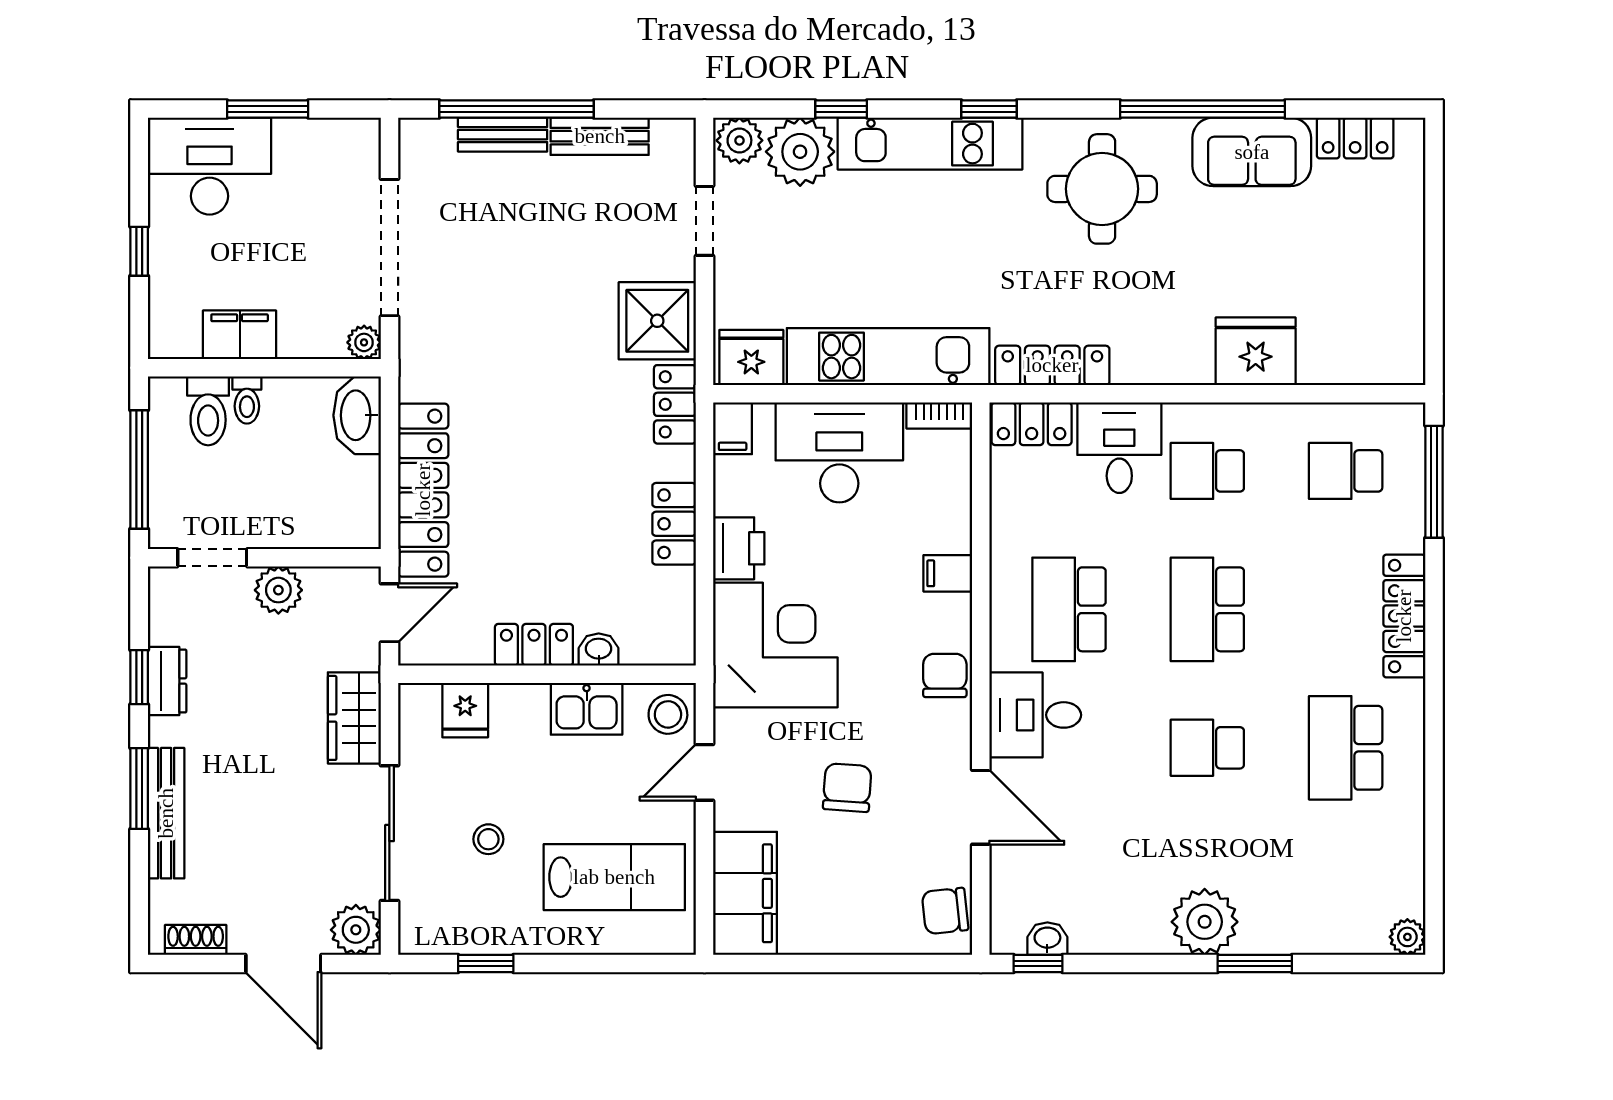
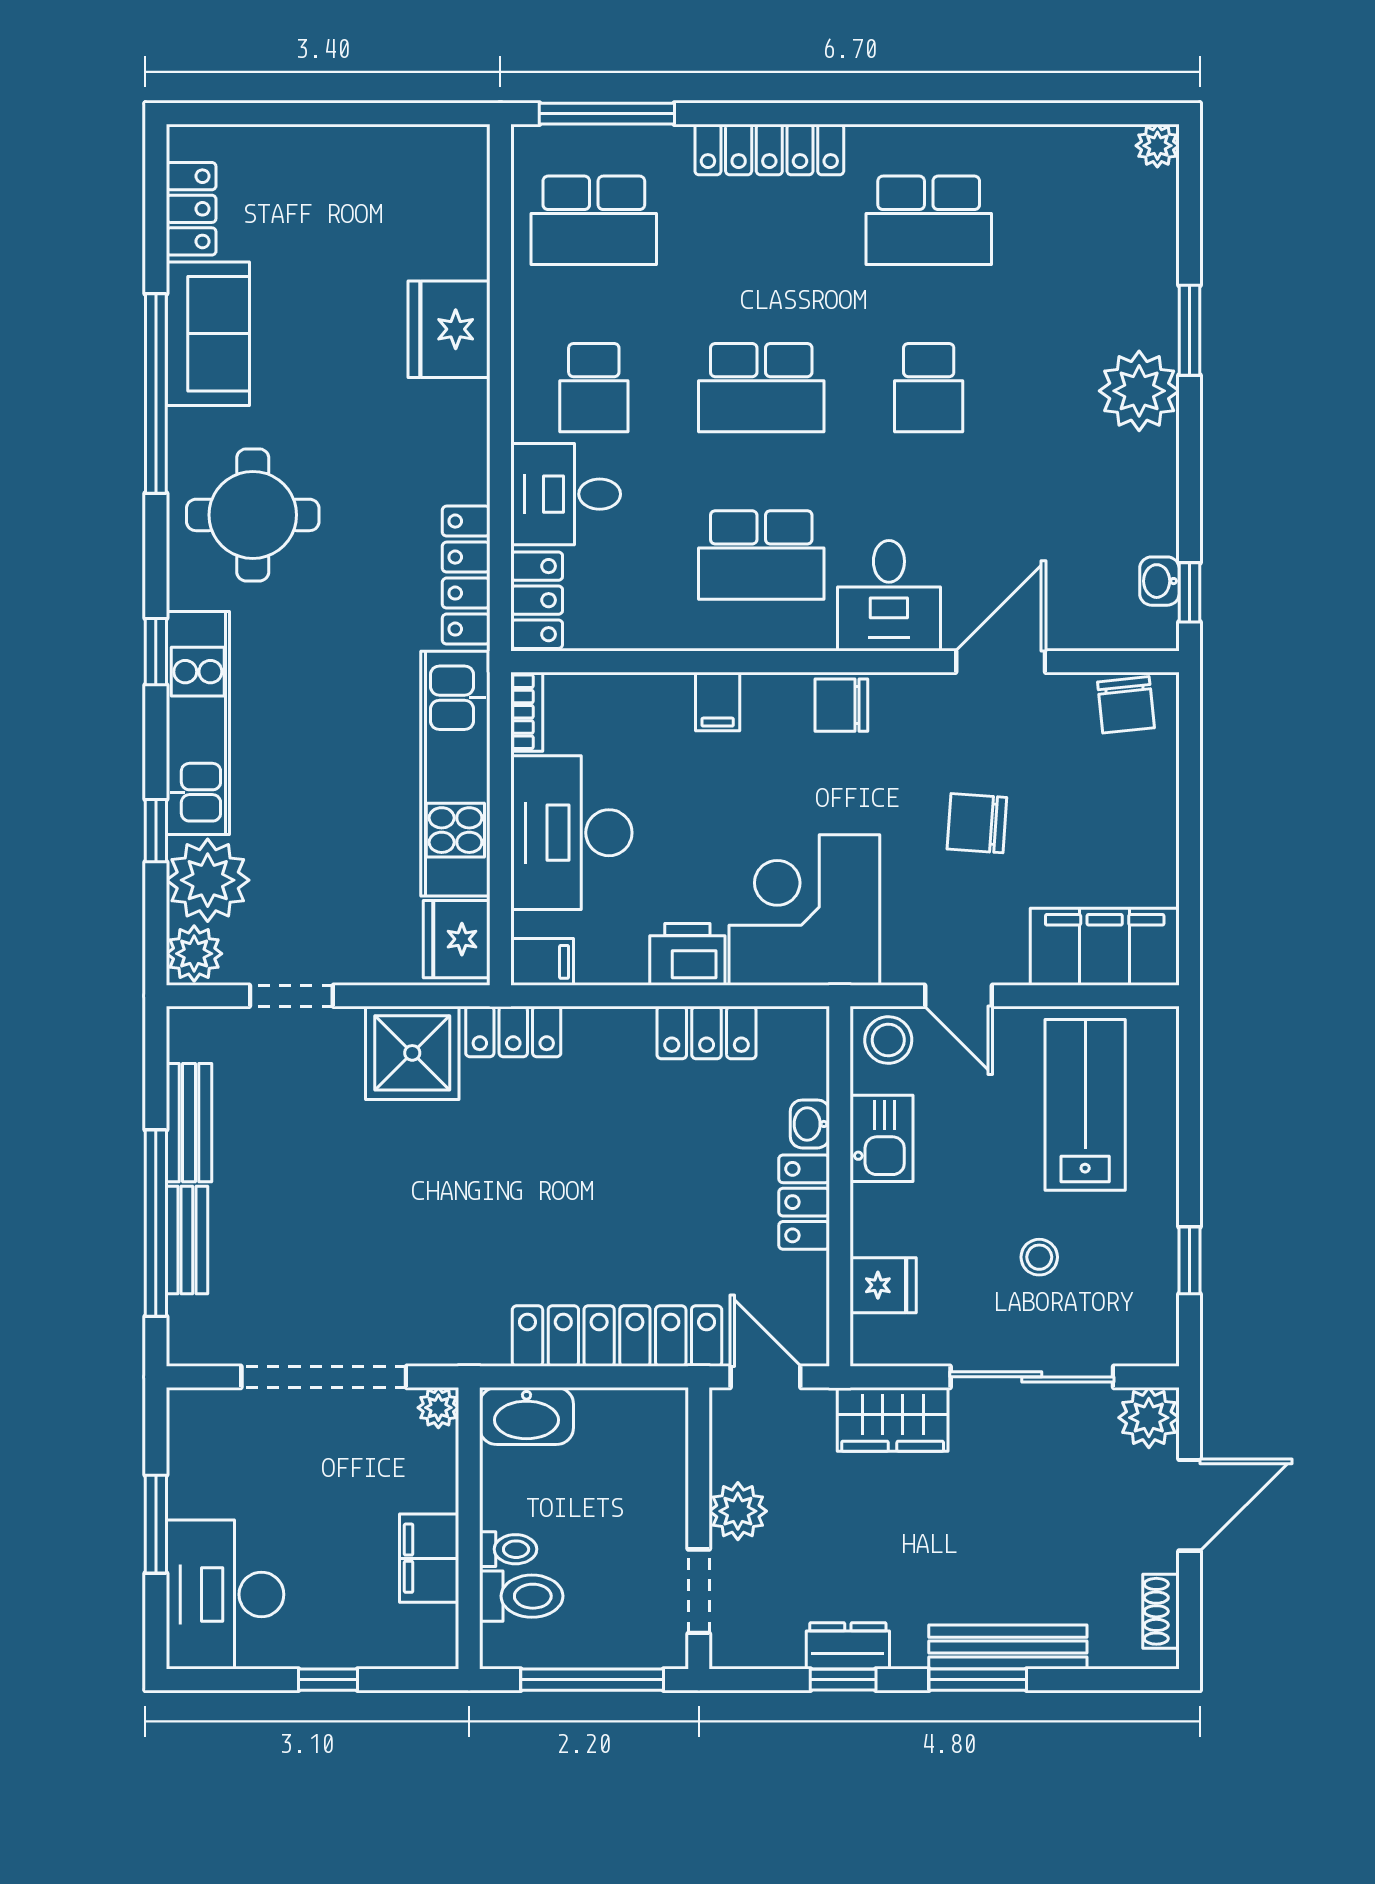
school desk: (1346, 471) -> (594, 220), width x1.85
locker: (674, 524) -> (707, 1033), moved

